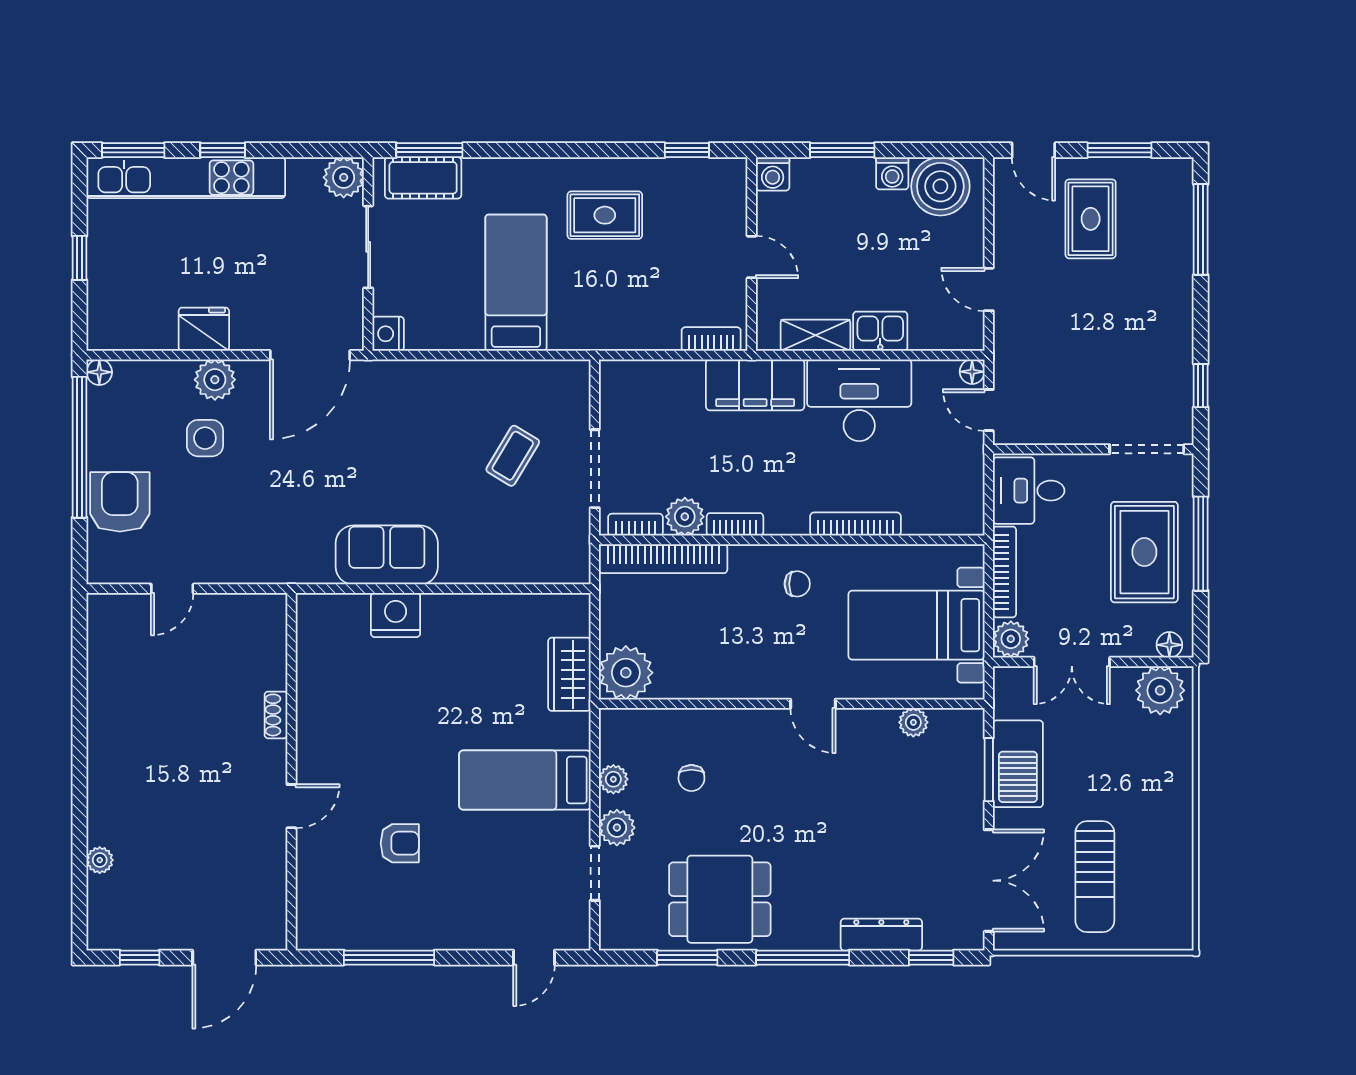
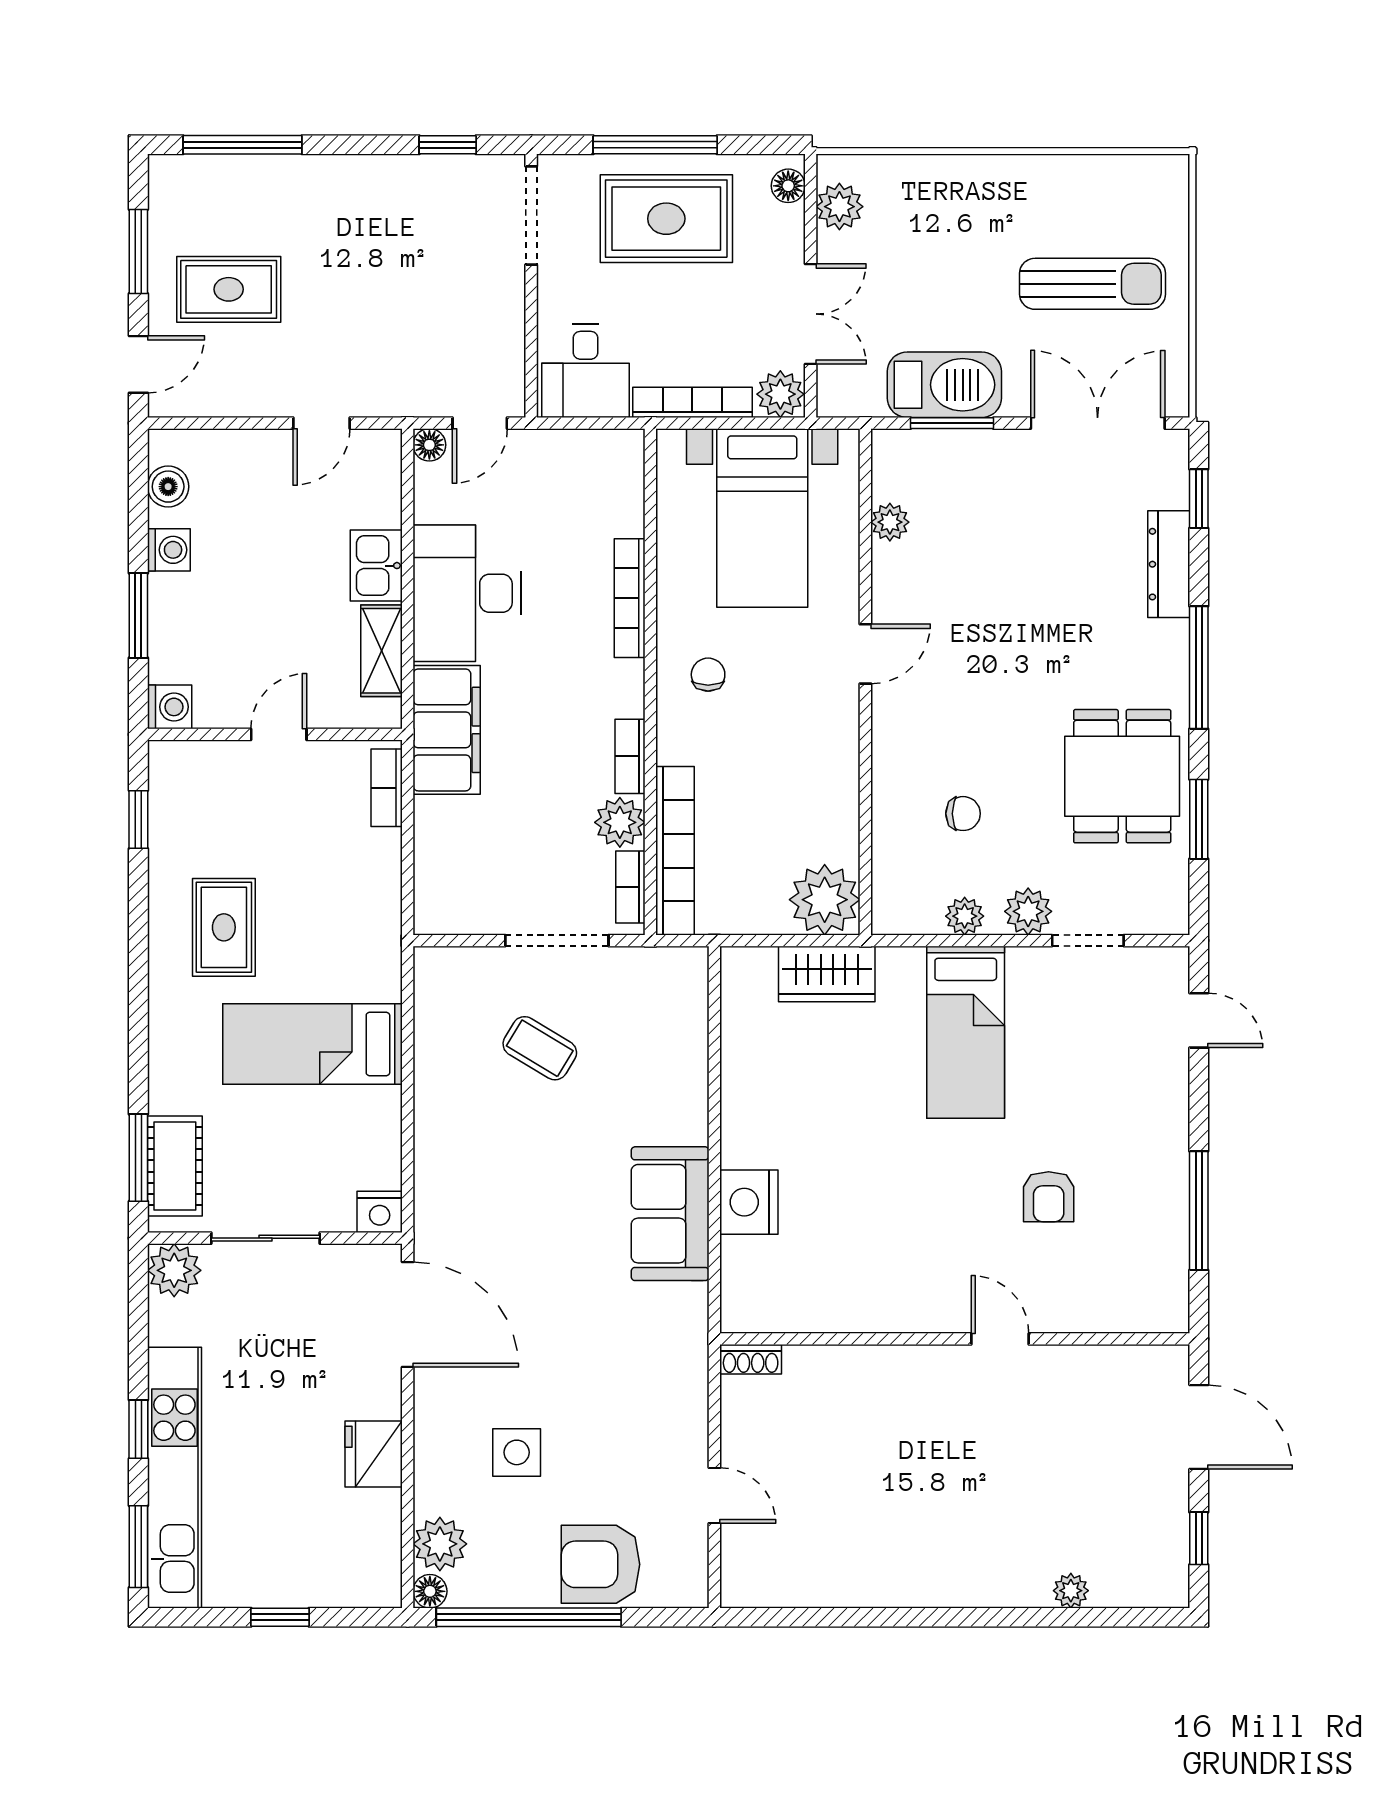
boiler: (940, 186) -> (168, 487), width x0.54, depth x0.54
plant: (215, 380) -> (440, 1544), moved
plant: (1160, 690) -> (839, 207), width x0.73, depth x0.73
shoe rack: (276, 715) -> (751, 1359), moved
armchair: (400, 843) -> (1049, 1197), turned 180

